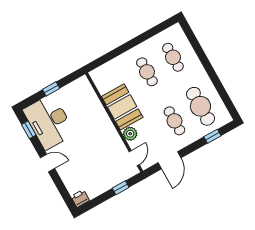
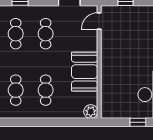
cafe table: (200, 106) -> (16, 34), width x0.73, depth x0.74
plant: (130, 134) -> (91, 112), moved

